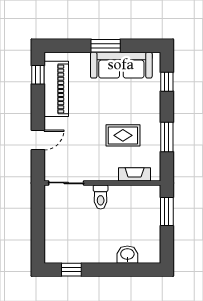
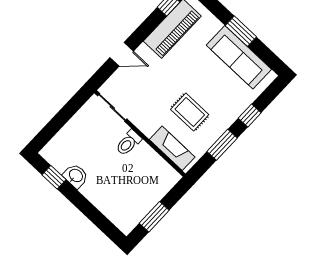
window: (167, 82) -> (250, 115), moved
fireplace: (135, 174) -> (172, 148), width x1.37, depth x1.32
window: (167, 211) -> (154, 217), moved
washbasin: (127, 255) -> (76, 176), moved

